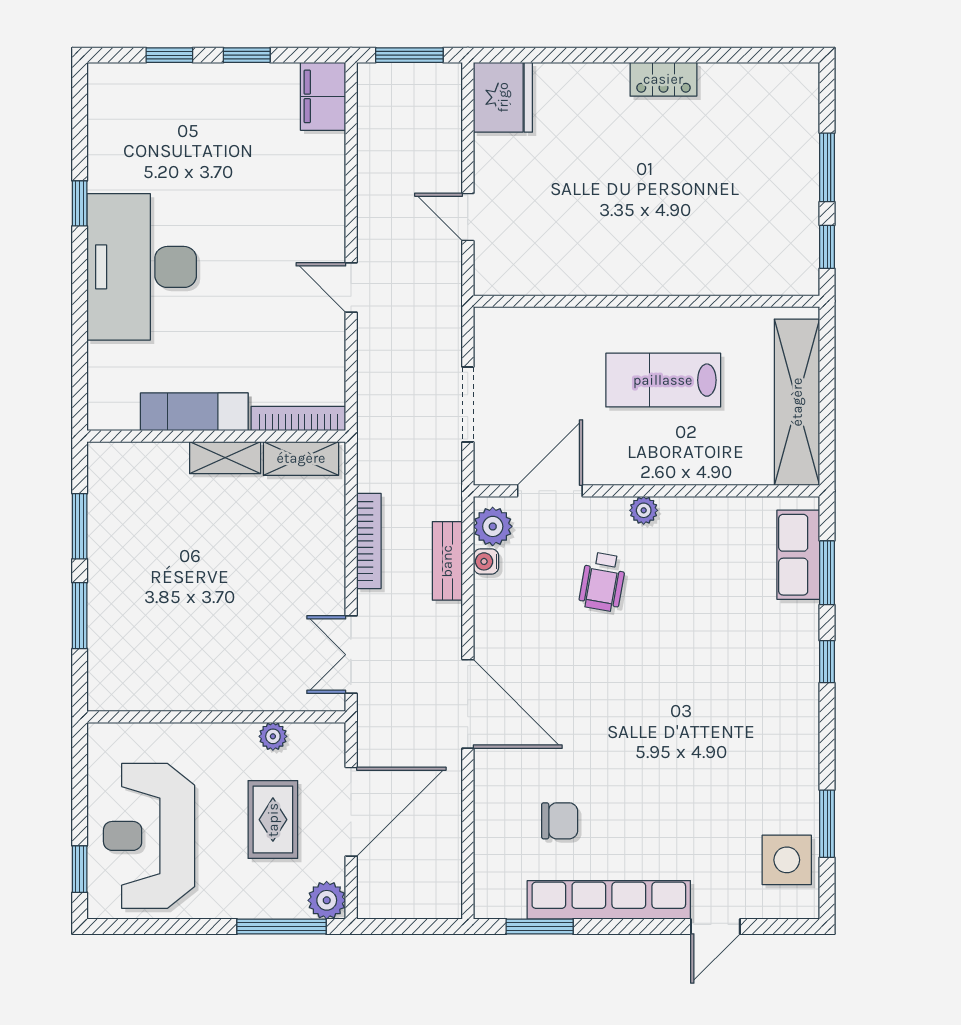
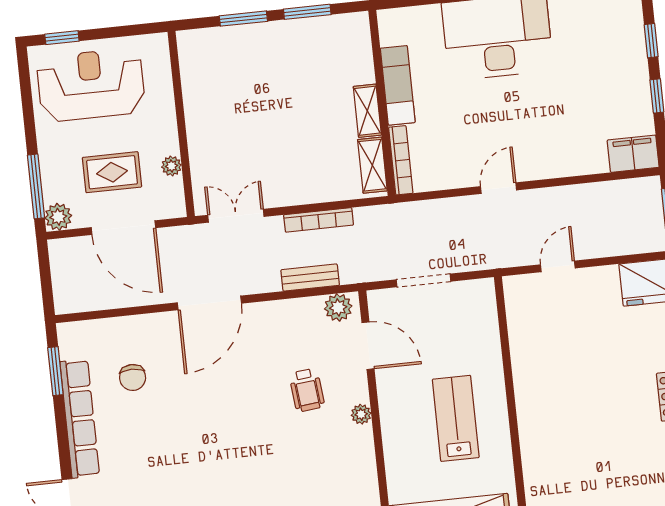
water cooler: (486, 561) -> (313, 305), removed
wheelchair: (602, 582) -> (307, 390), turned -106

